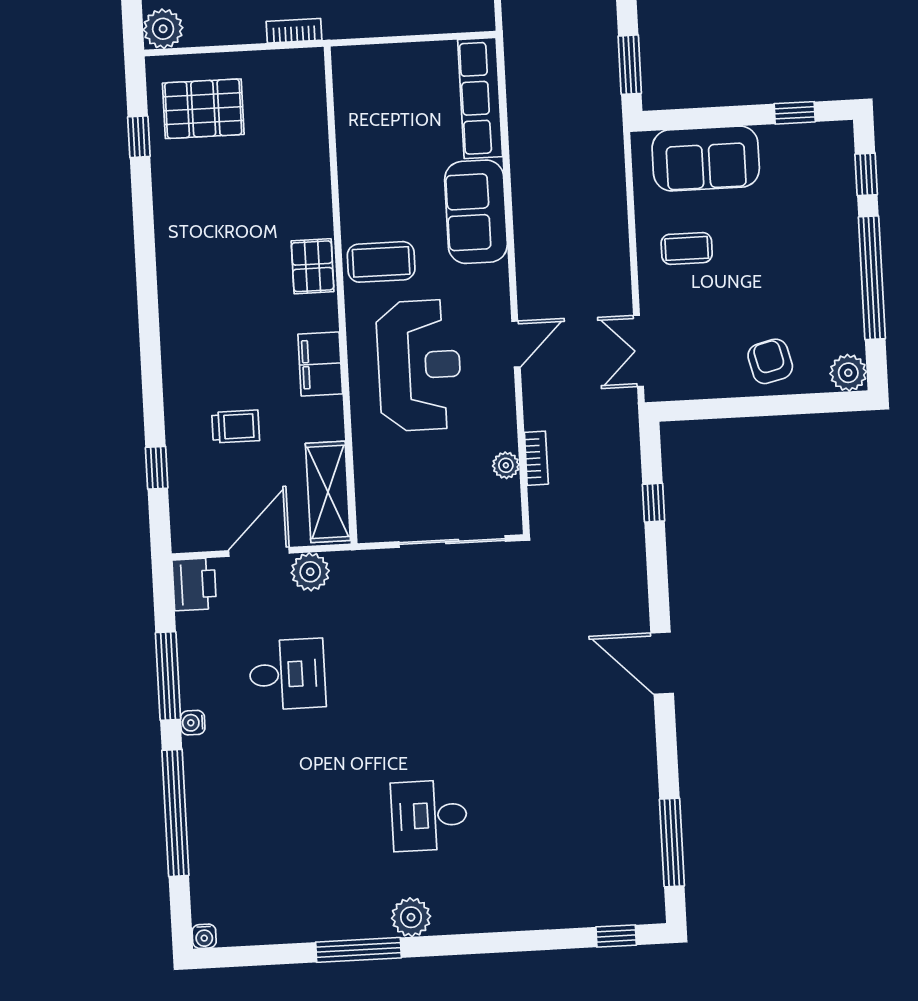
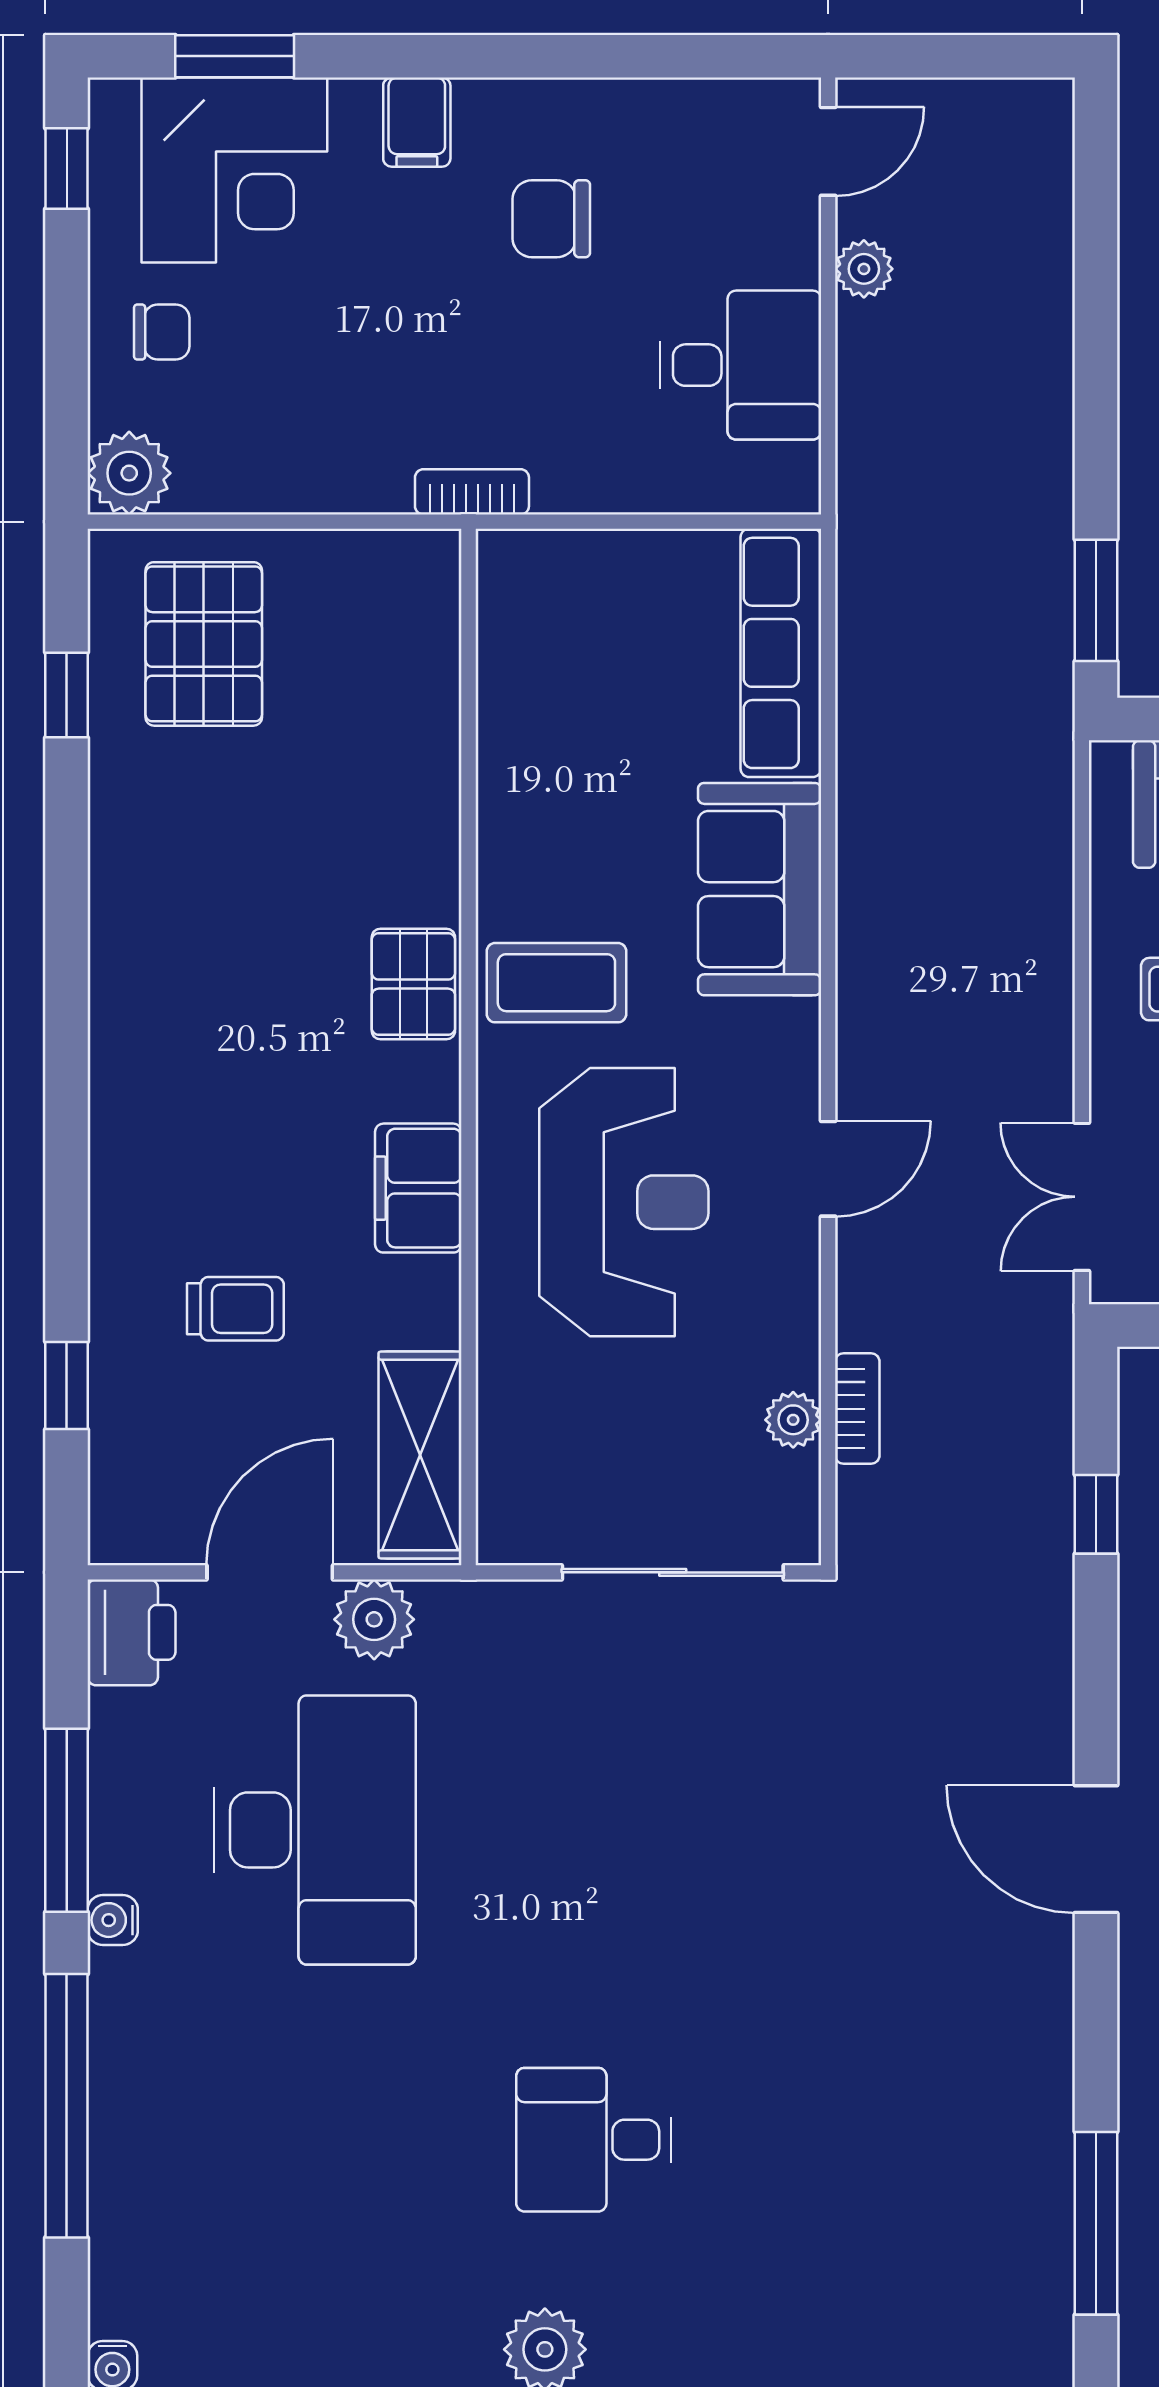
bookcase: (294, 31) -> (472, 492), moved
pallet: (203, 109) -> (204, 644), turned 90
desk: (287, 674) -> (315, 1830), width x1.87, depth x1.30

